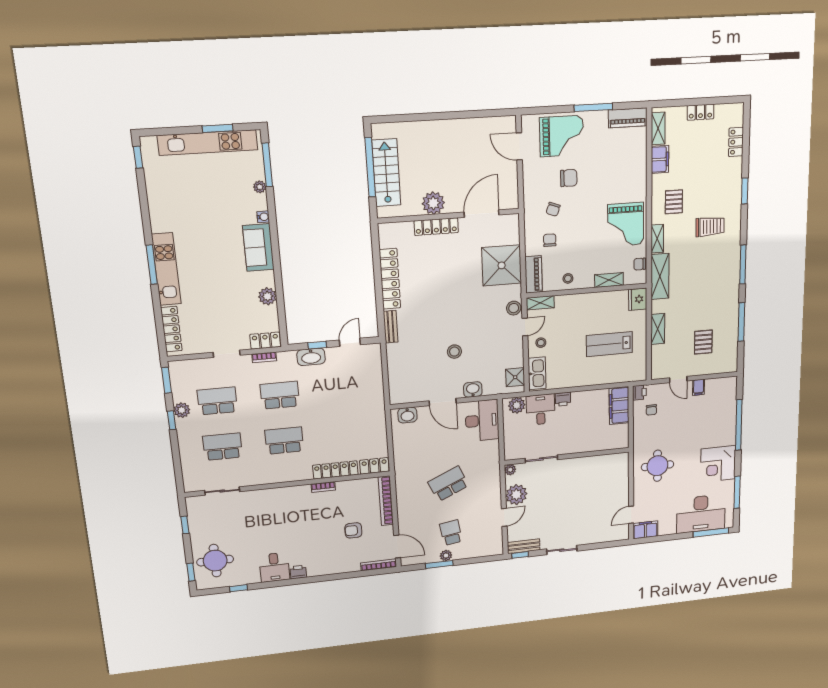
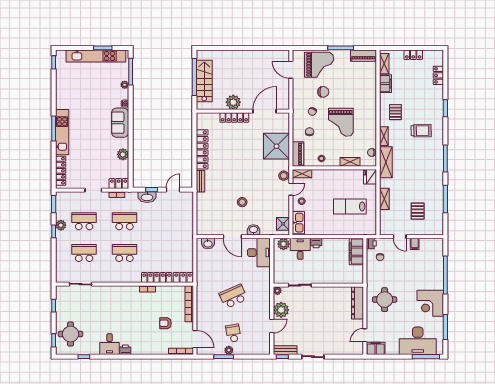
grand piano: (626, 225) -> (341, 122), moved
dresser: (621, 474) -> (358, 303), added

